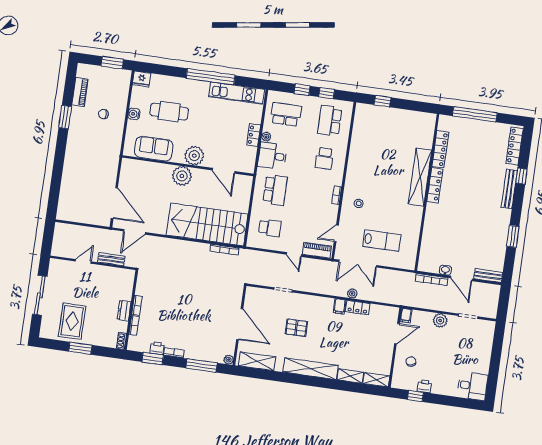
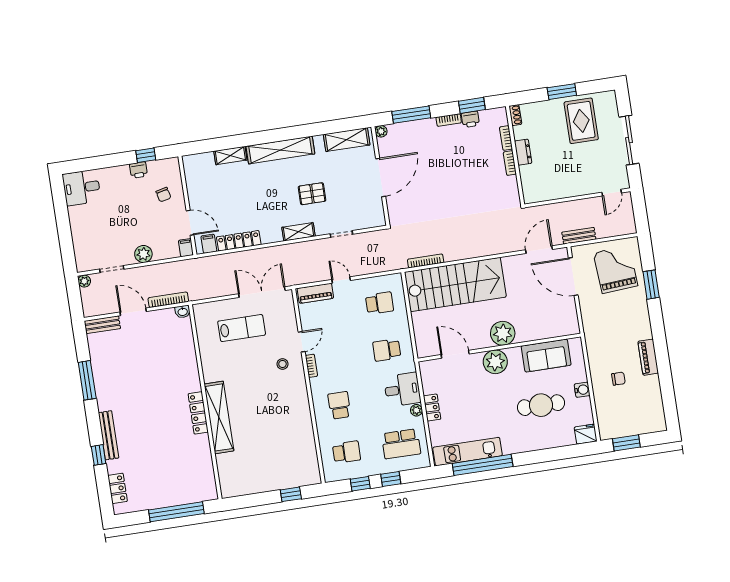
window: (211, 77) -> (483, 465), moved
piano: (80, 92) -> (648, 357), moved
window: (65, 117) -> (651, 285), moved
school desk: (330, 121) -> (347, 452), width x0.54
locker: (515, 146) -> (118, 488), width x0.66
locker: (440, 149) -> (205, 458), removed
school desk: (275, 190) -> (387, 350), width x0.54
grand piano: (80, 199) -> (616, 269), added
school desk: (270, 228) -> (380, 303), turned 180
door: (336, 233) -> (302, 342), moved
window: (513, 236) -> (87, 380), width x1.44
lab bench: (382, 241) -> (242, 328), turned 180
bench: (111, 259) -> (579, 236), moved
door: (83, 261) -> (612, 193), moved
washbasin: (445, 270) -> (183, 312), moved
plant: (352, 293) -> (84, 281), moved
filing cabinet: (340, 306) -> (209, 244), moved
locker: (358, 308) -> (239, 241), width x1.53
door: (240, 324) -> (381, 177), swing flipped
door: (397, 334) -> (190, 223), swing flipped
shelving: (376, 380) -> (299, 232), moved

